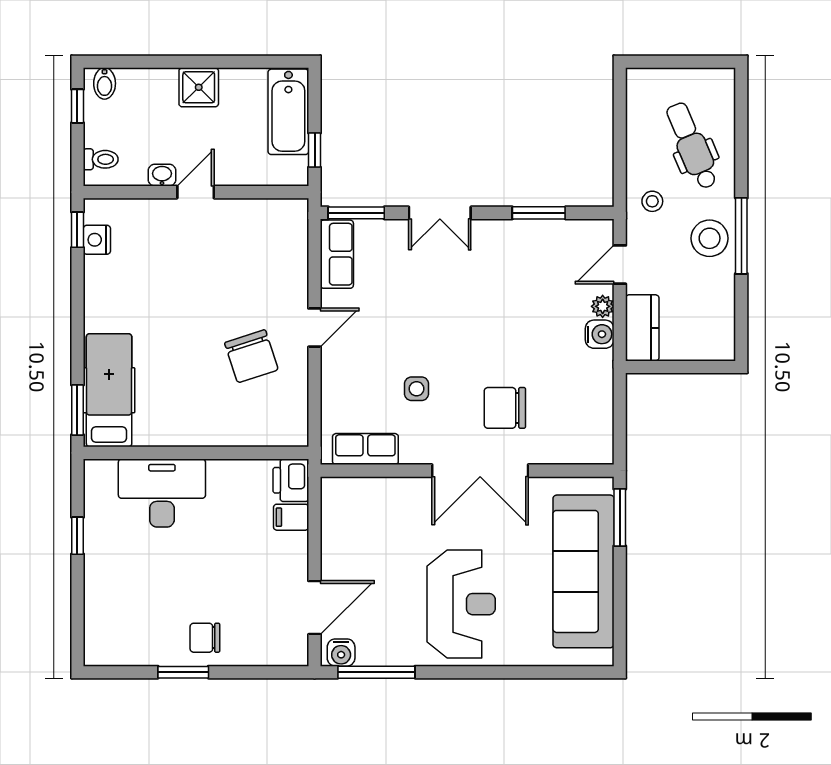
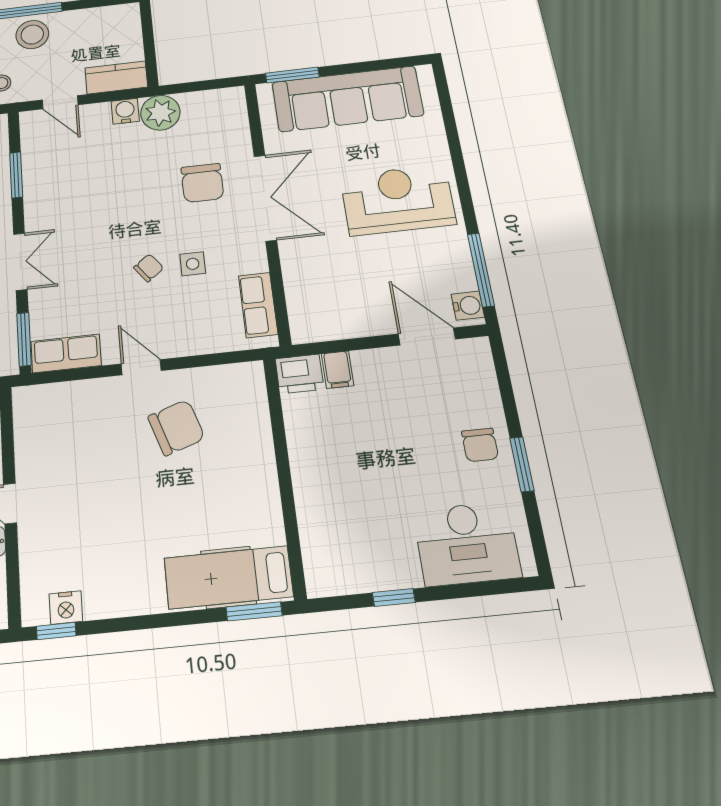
plant: (603, 306) -> (160, 113), moved, width x1.87, depth x1.87
chair: (417, 344) -> (149, 268), added
desk: (162, 493) -> (467, 544), moved, turned -90

